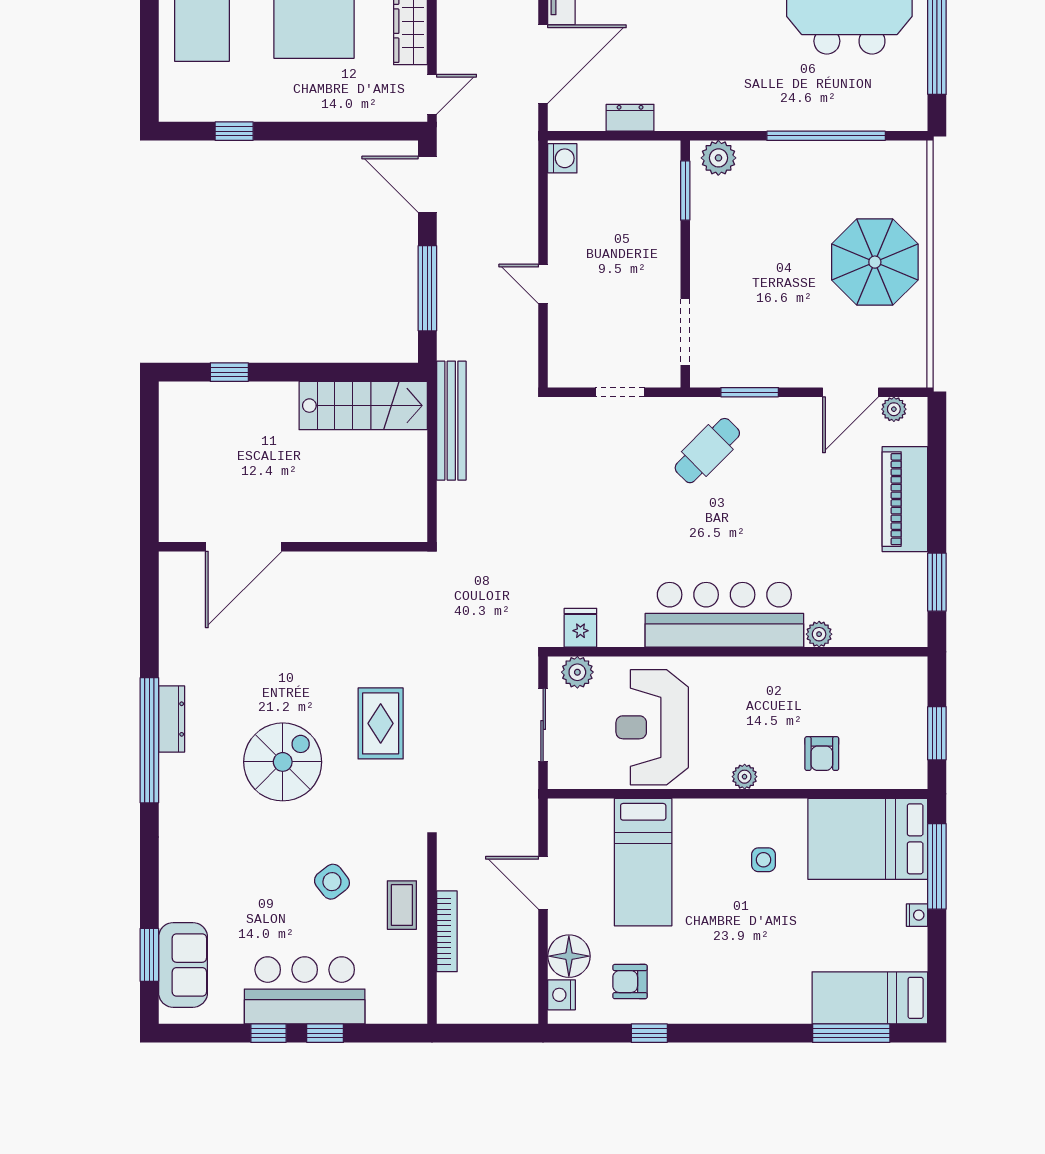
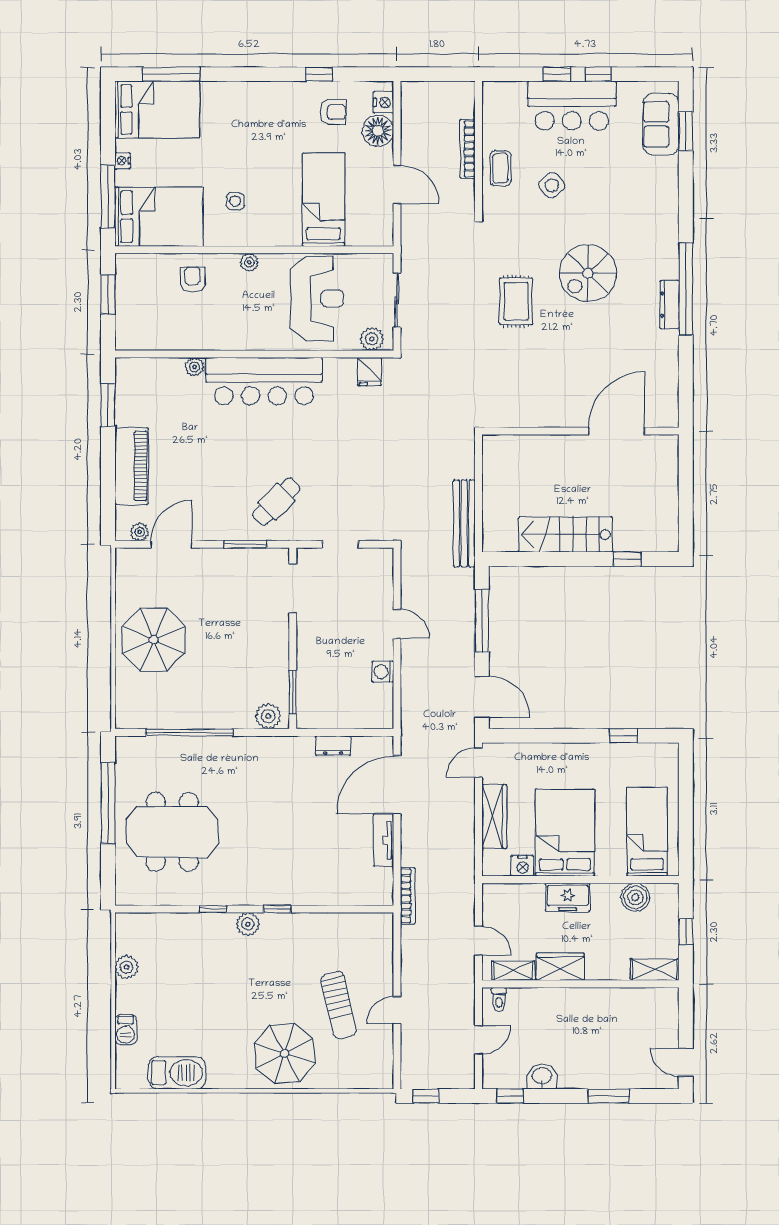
washing machine: (562, 158) -> (383, 672), moved
stairs: (363, 406) -> (566, 535), moved
bed: (870, 998) -> (157, 110), width x1.50

